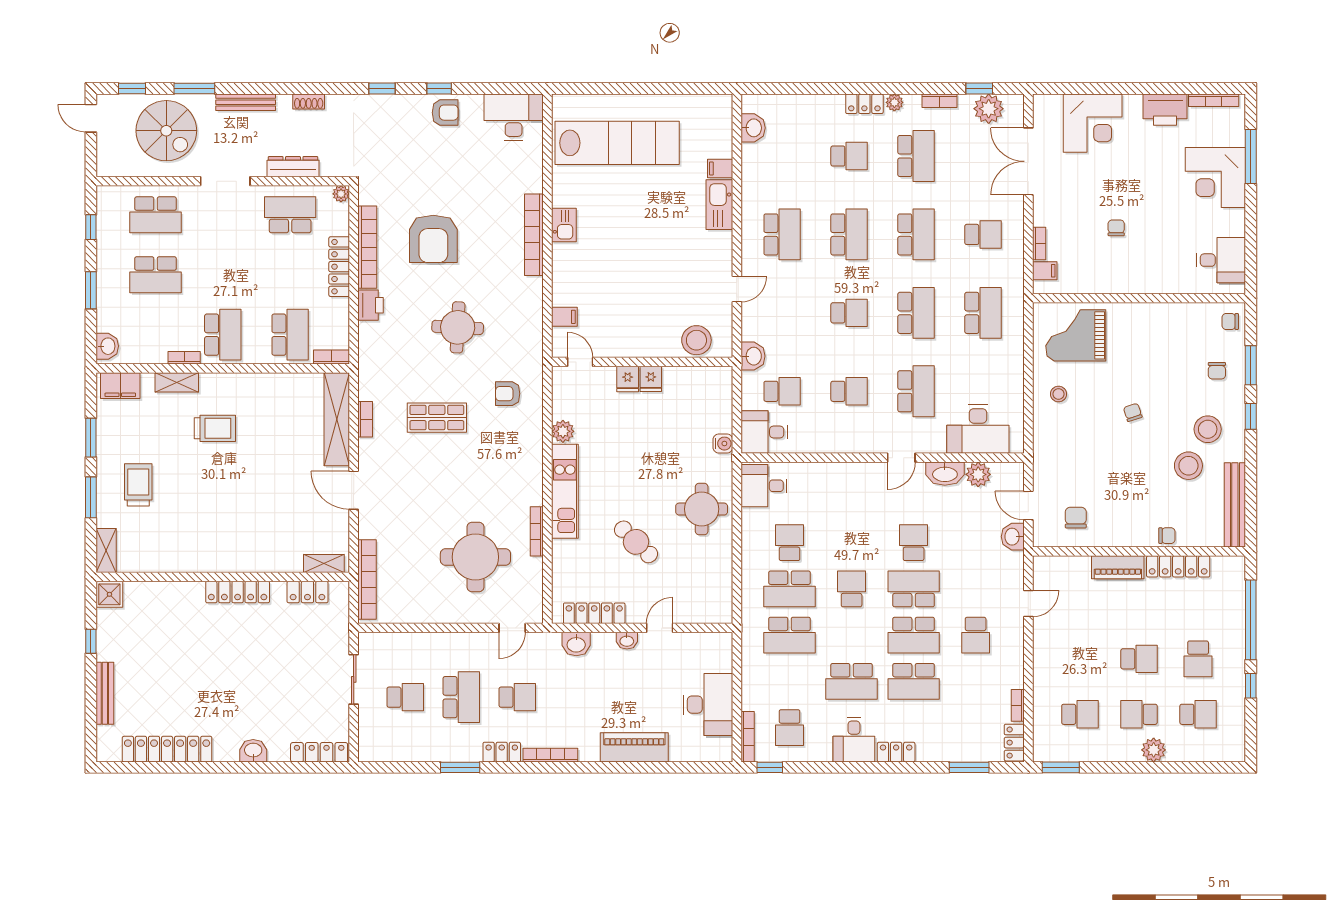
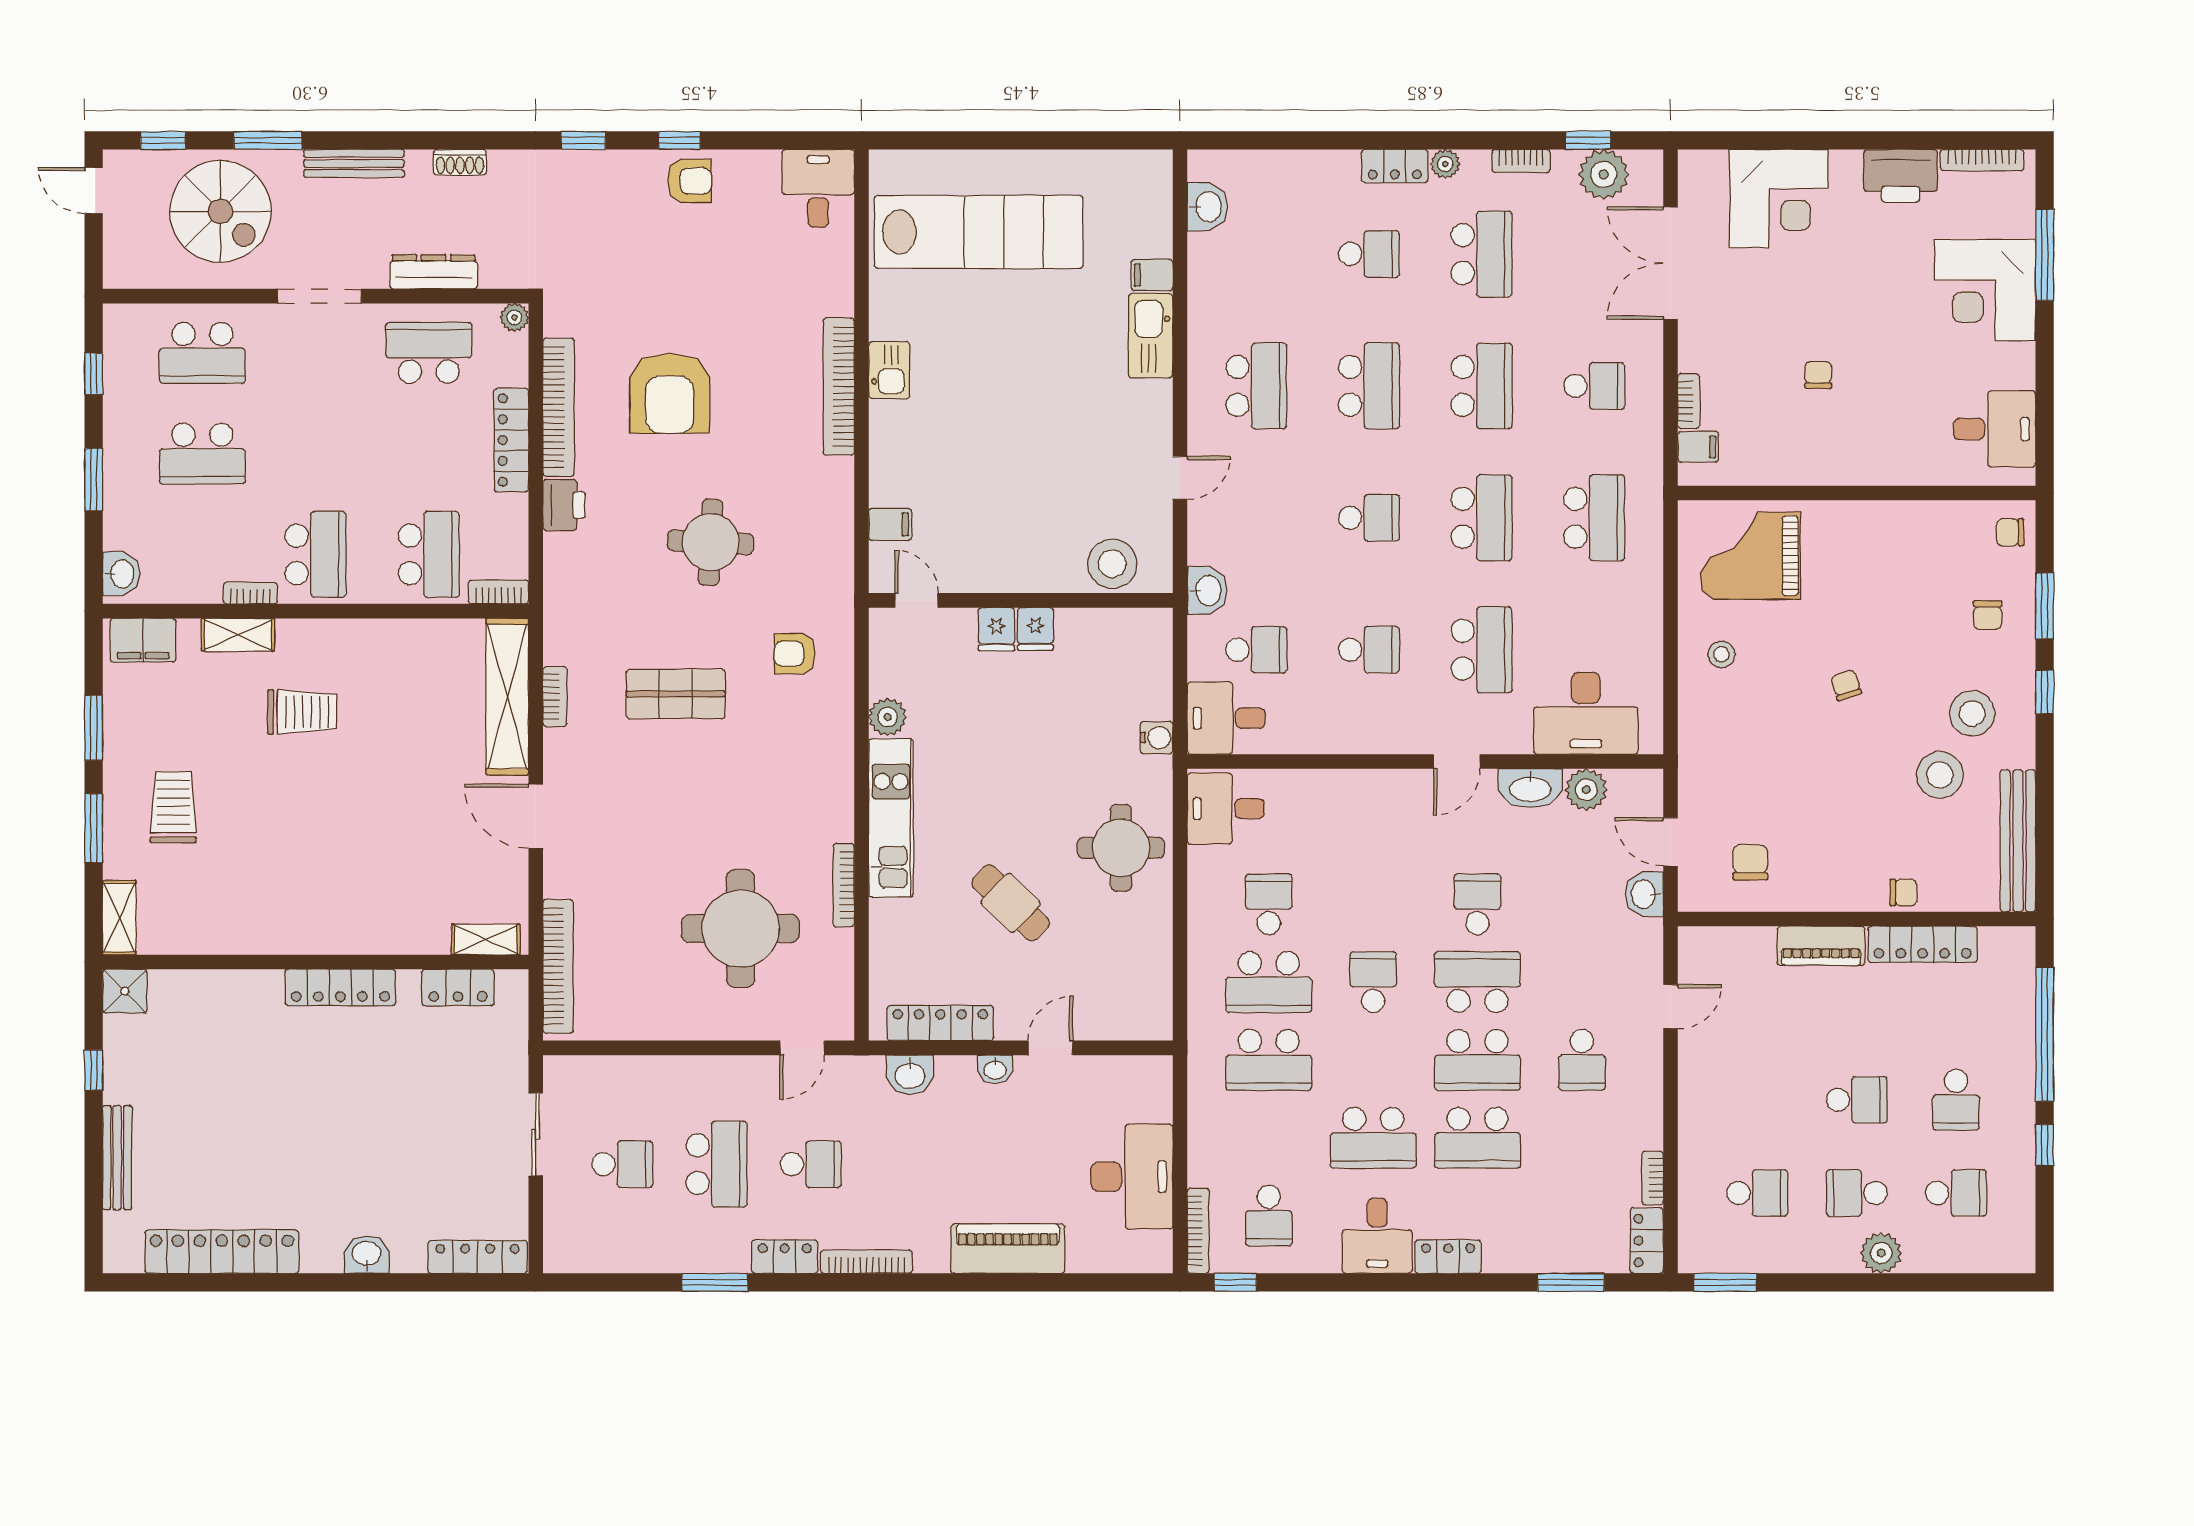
desk: (514, 117) -> (818, 188), width x0.73

